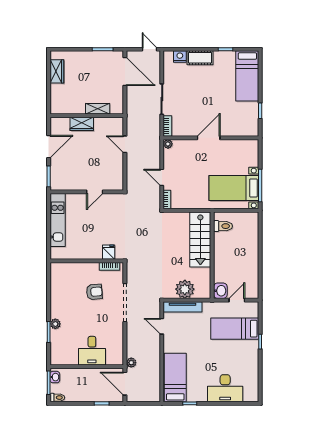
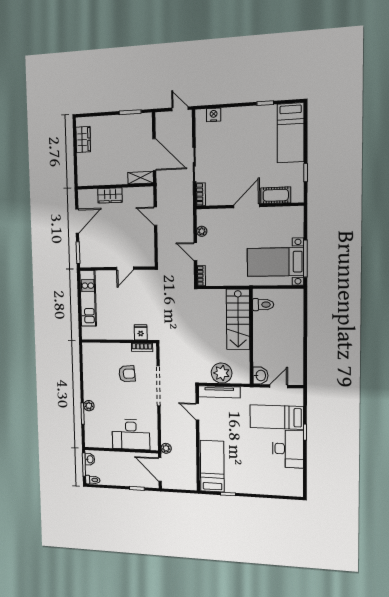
cot: (200, 58) -> (276, 195), moved
door: (125, 71) -> (154, 155), moved
shelving: (98, 109) -> (140, 178), moved
plant: (168, 144) -> (202, 231), moved
desk: (92, 351) -> (131, 435), width x1.37
desk: (225, 388) -> (288, 449), moved, turned -90

